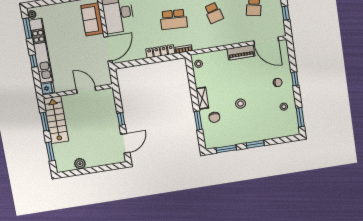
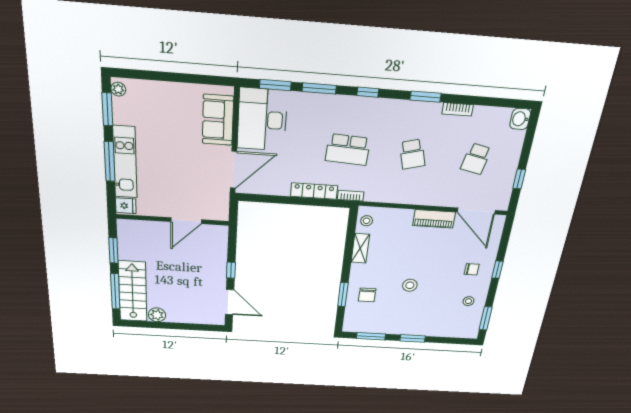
kitchen unit: (41, 51) -> (125, 162), width x0.73
window: (34, 61) -> (110, 161), width x2.17
door: (86, 90) -> (186, 221), swing flipped
shelving: (202, 98) -> (360, 248), moved
stairs: (56, 120) -> (133, 291), moved
door: (125, 143) -> (230, 302), hinge flipped
window: (50, 152) -> (115, 291), width x1.44

